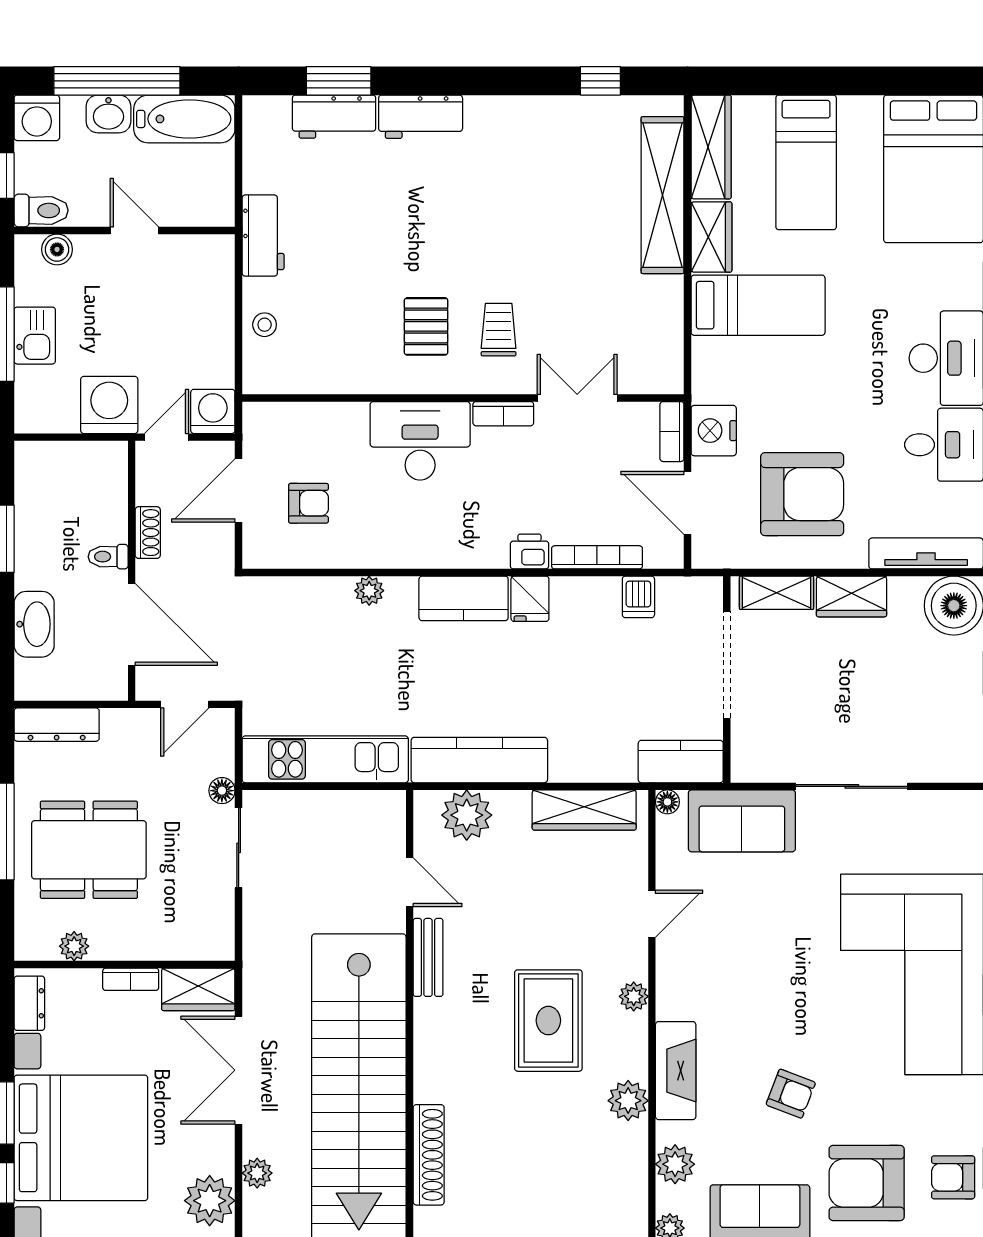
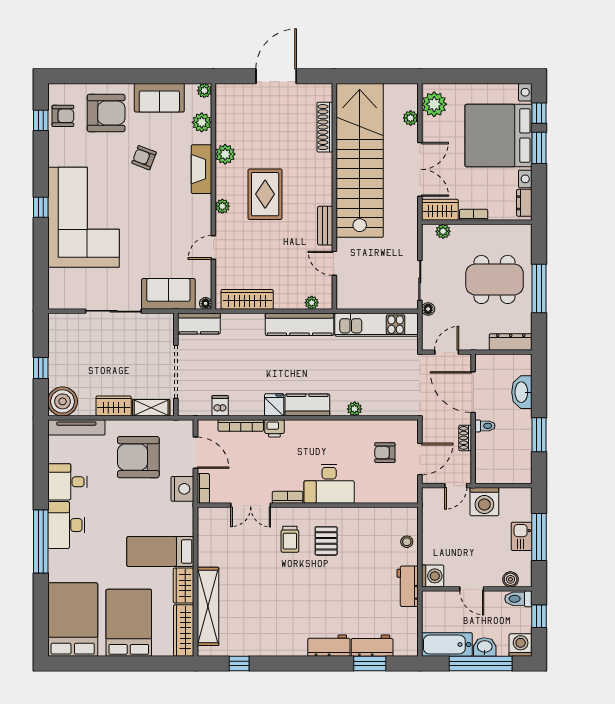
bed: (806, 162) -> (129, 623), width x1.50
washing machine: (213, 411) -> (433, 576), moved, turned -90
plant: (467, 815) -> (312, 303), width x0.53, depth x0.53
plant: (74, 946) -> (443, 231), moved

